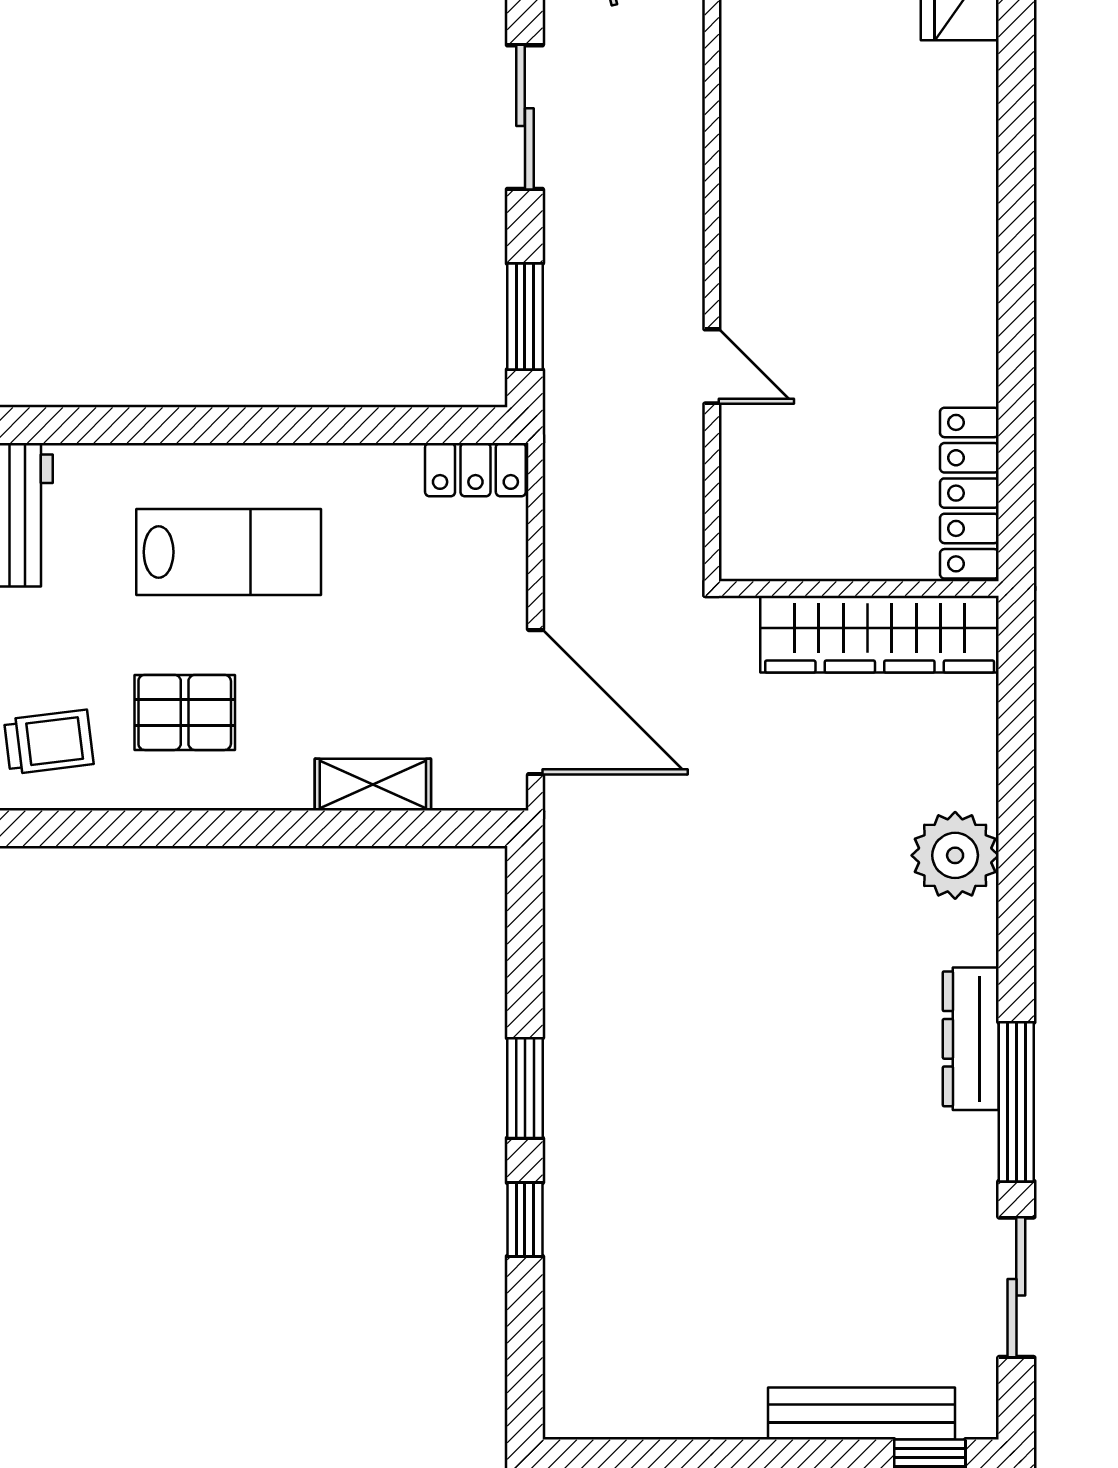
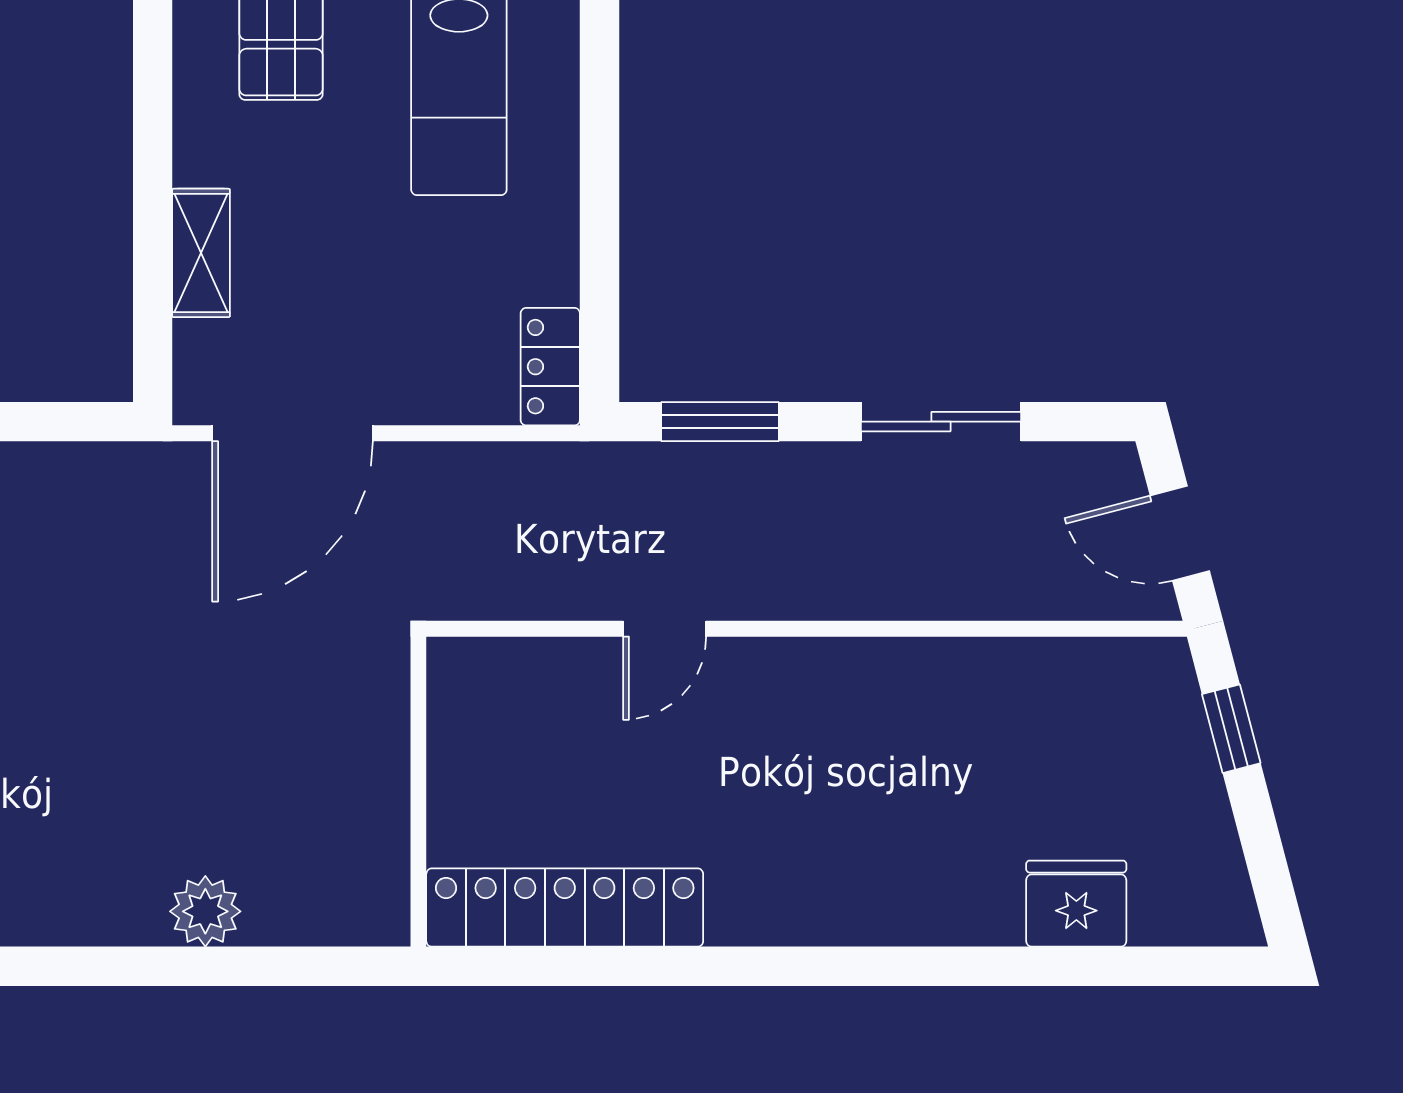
locker: (969, 493) -> (565, 908), width x1.41, depth x1.21
wardrobe: (880, 634) -> (368, 815), removed
plant: (955, 855) -> (205, 911), moved, width x0.73, depth x0.73

